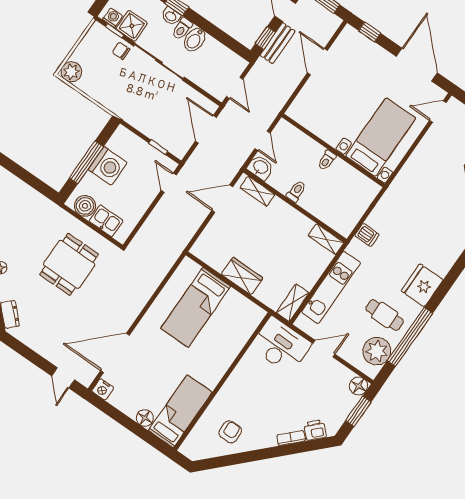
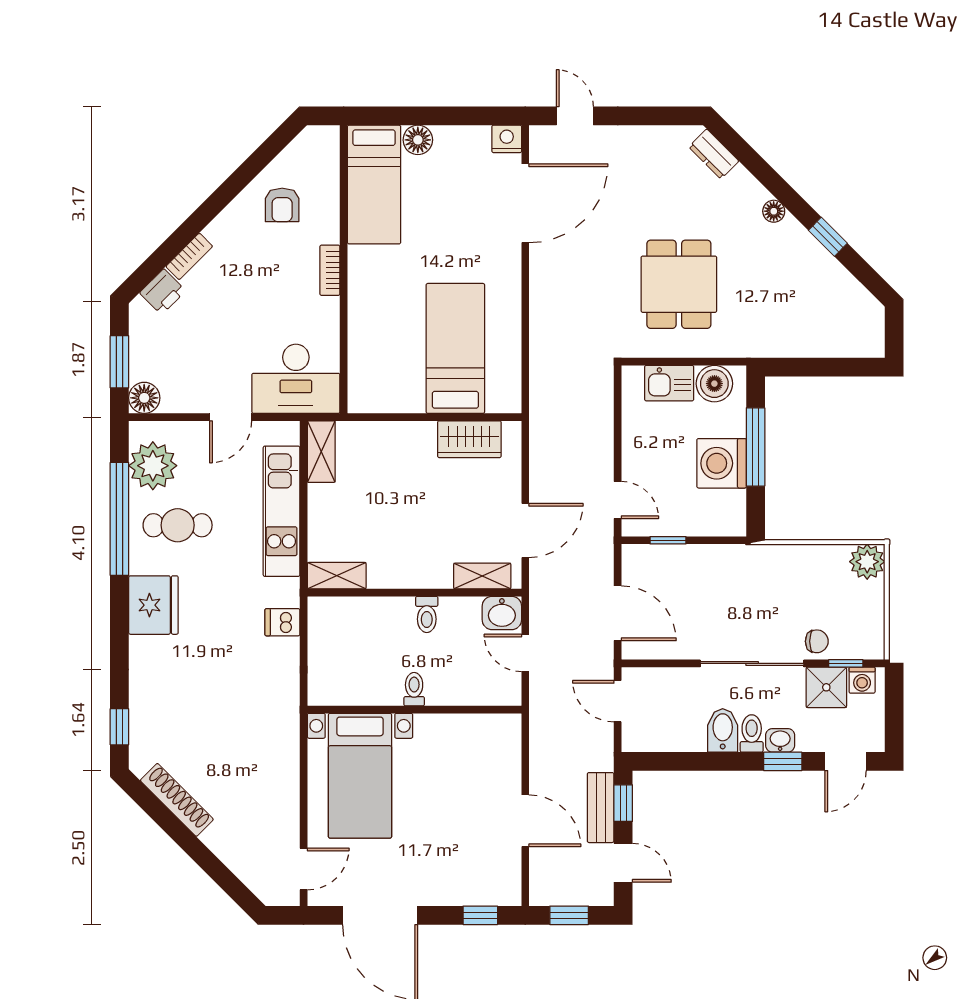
wardrobe: (242, 276) -> (469, 439), moved
bookcase: (229, 385) -> (330, 270), added

